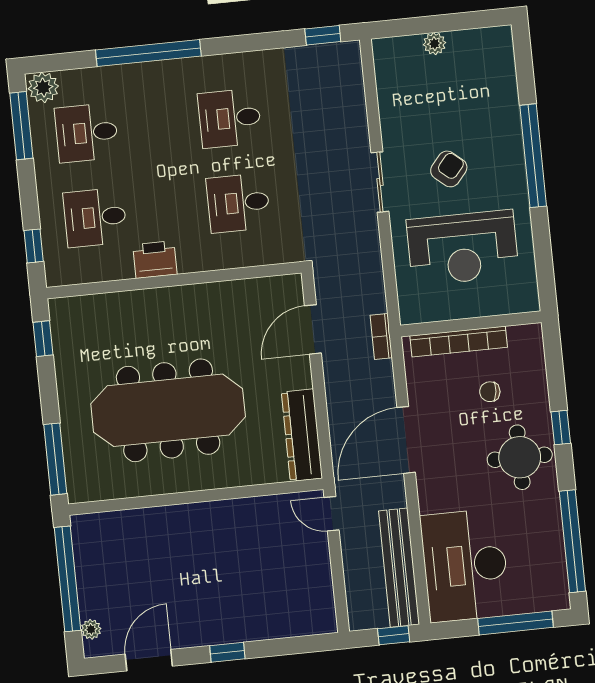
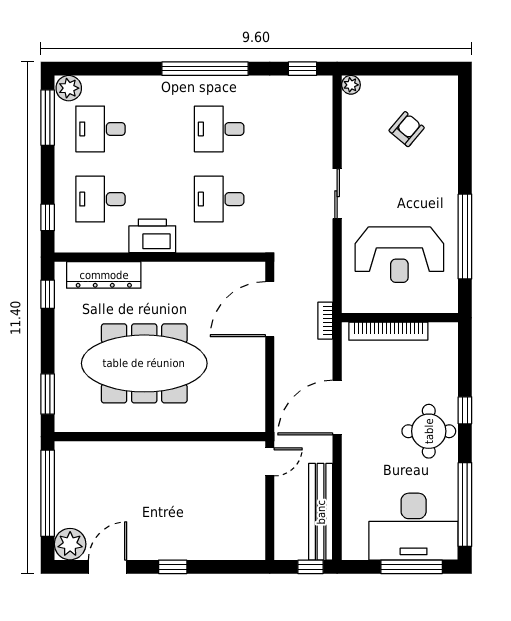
plant: (434, 44) -> (351, 85), moved
window: (148, 53) -> (205, 69), moved
window: (533, 156) -> (465, 236), moved
armchair: (449, 169) -> (407, 129), moved
printer: (155, 260) -> (152, 236), width x1.37, depth x1.19
door: (313, 329) -> (270, 309), width x1.36
chair: (490, 392) -> (410, 375), removed
dresser: (302, 435) -> (104, 275), moved, turned -90
window: (55, 459) -> (48, 394), width x0.69
door: (332, 514) -> (270, 462), swing flipped
desk: (465, 565) -> (414, 527), moved, turned -90
plant: (91, 629) -> (70, 544), width x1.88, depth x1.88

